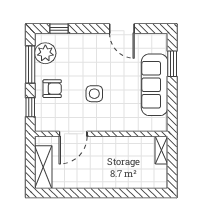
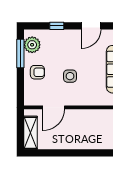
window: (59, 29) -> (57, 26), moved
door: (122, 29) -> (91, 26), hinge flipped
window: (30, 107) -> (20, 87), removed

